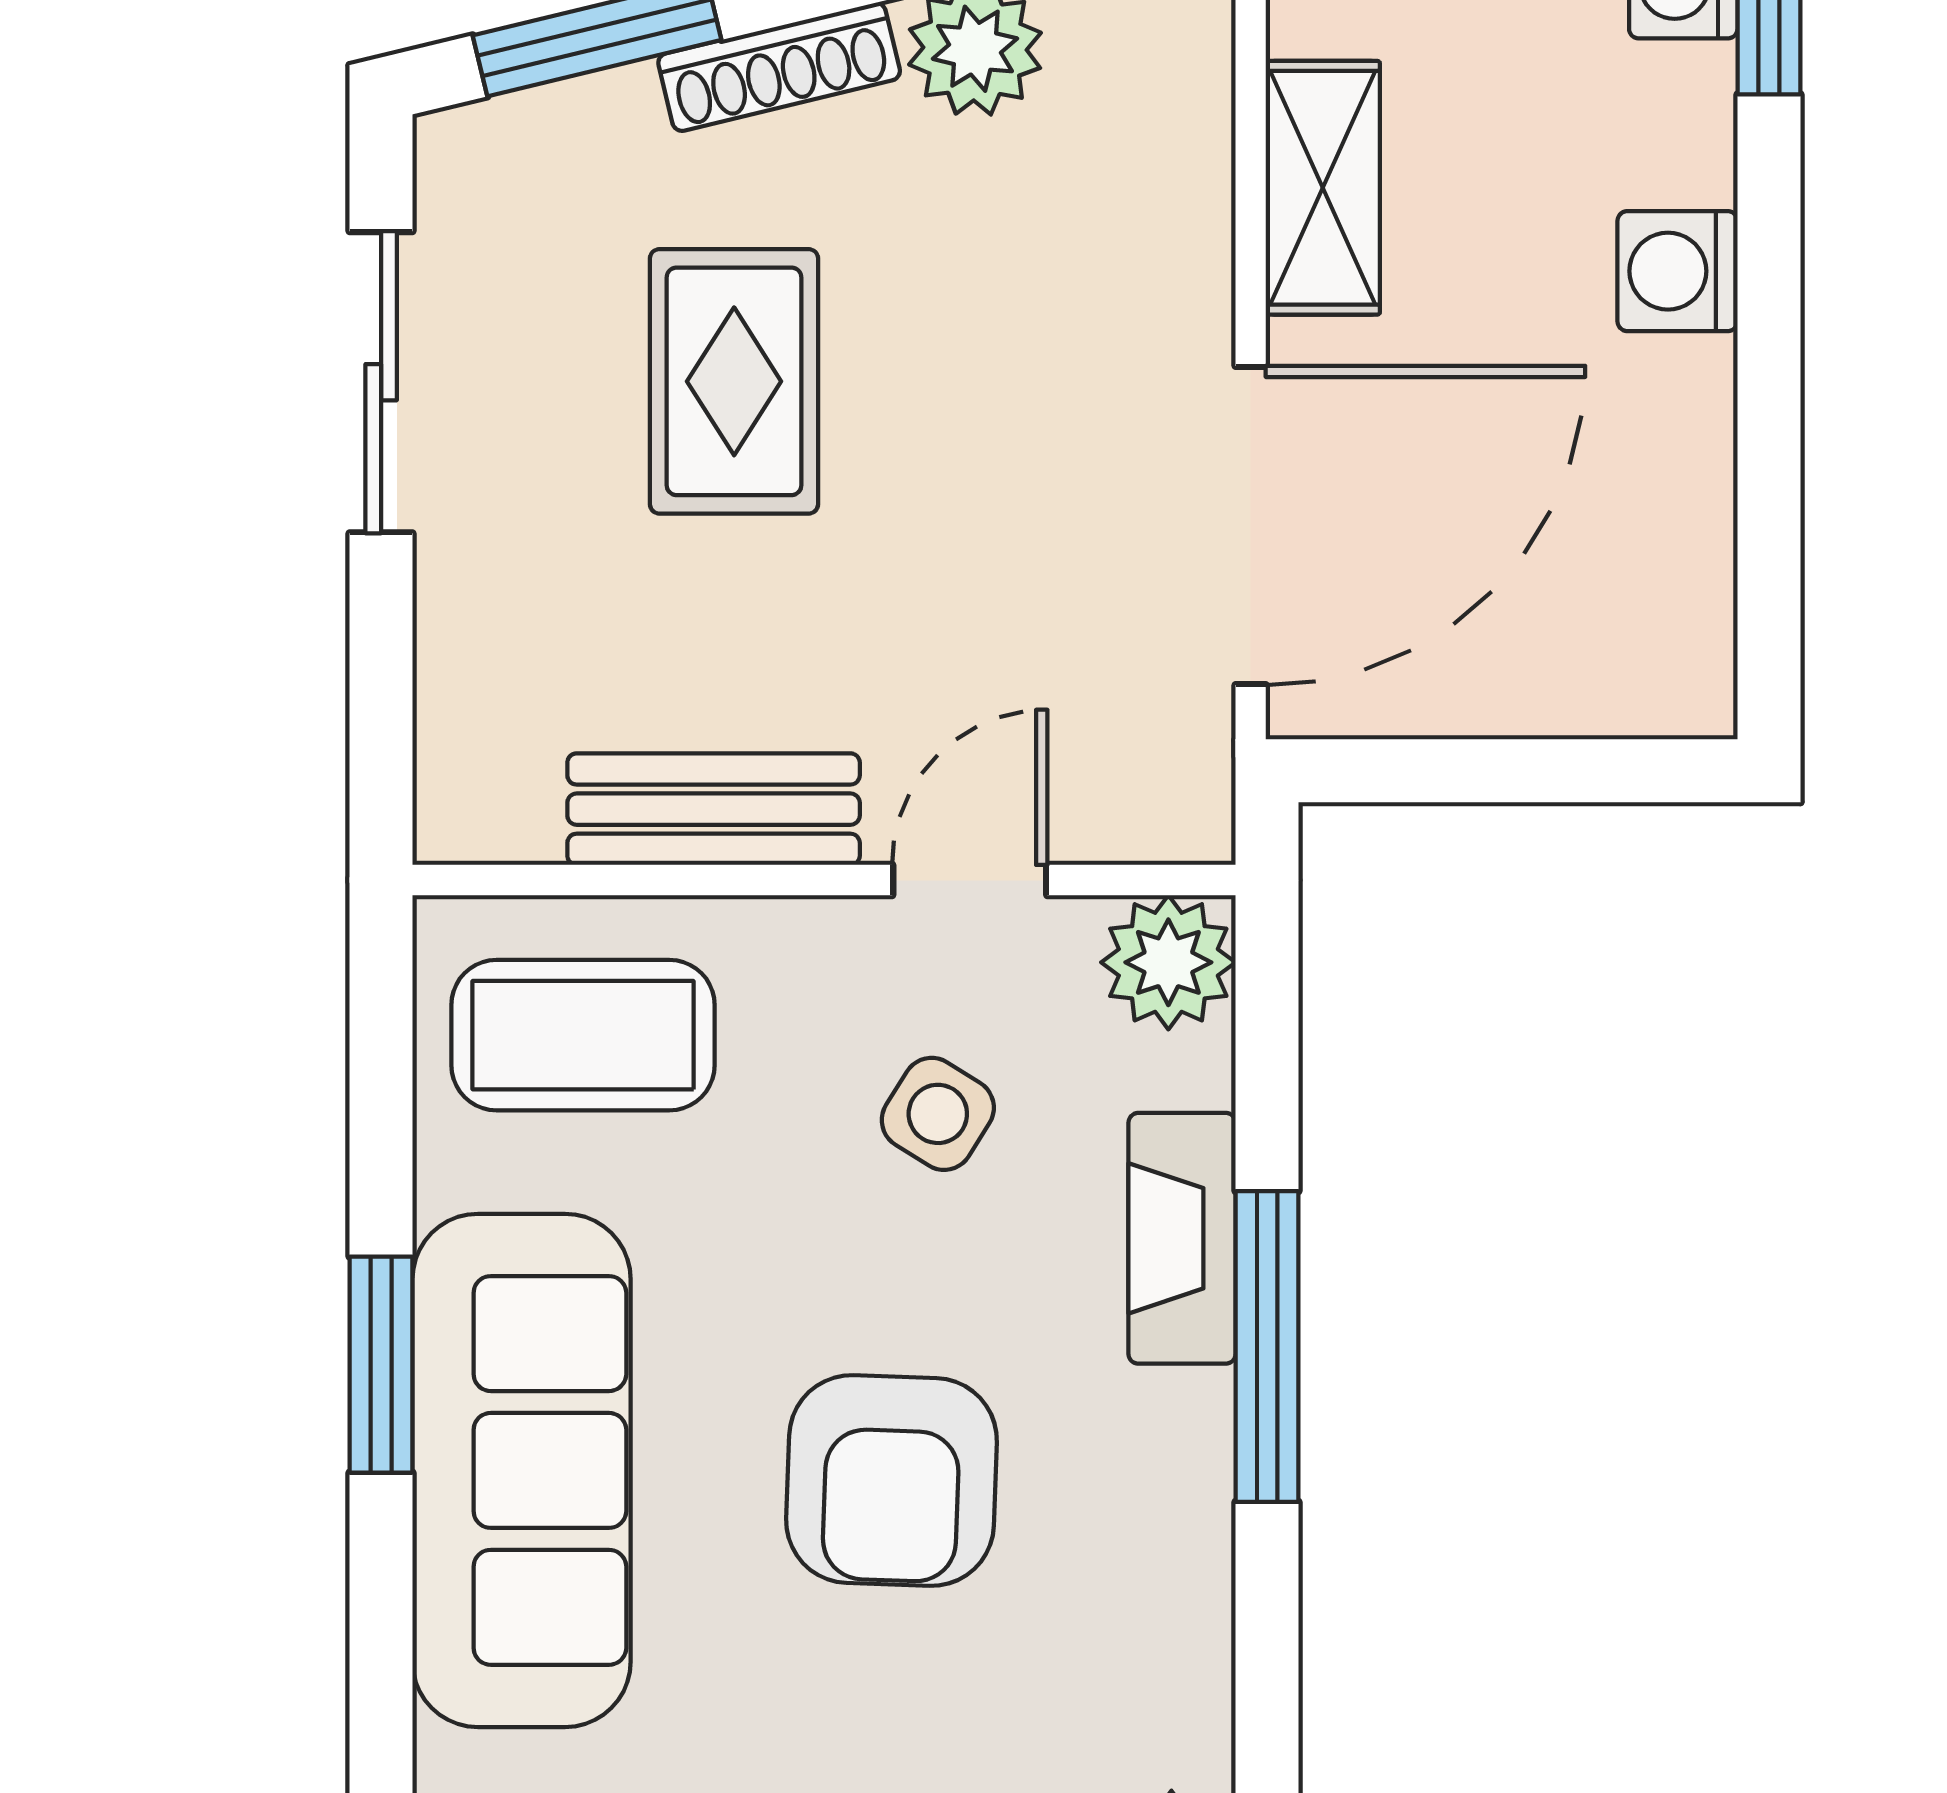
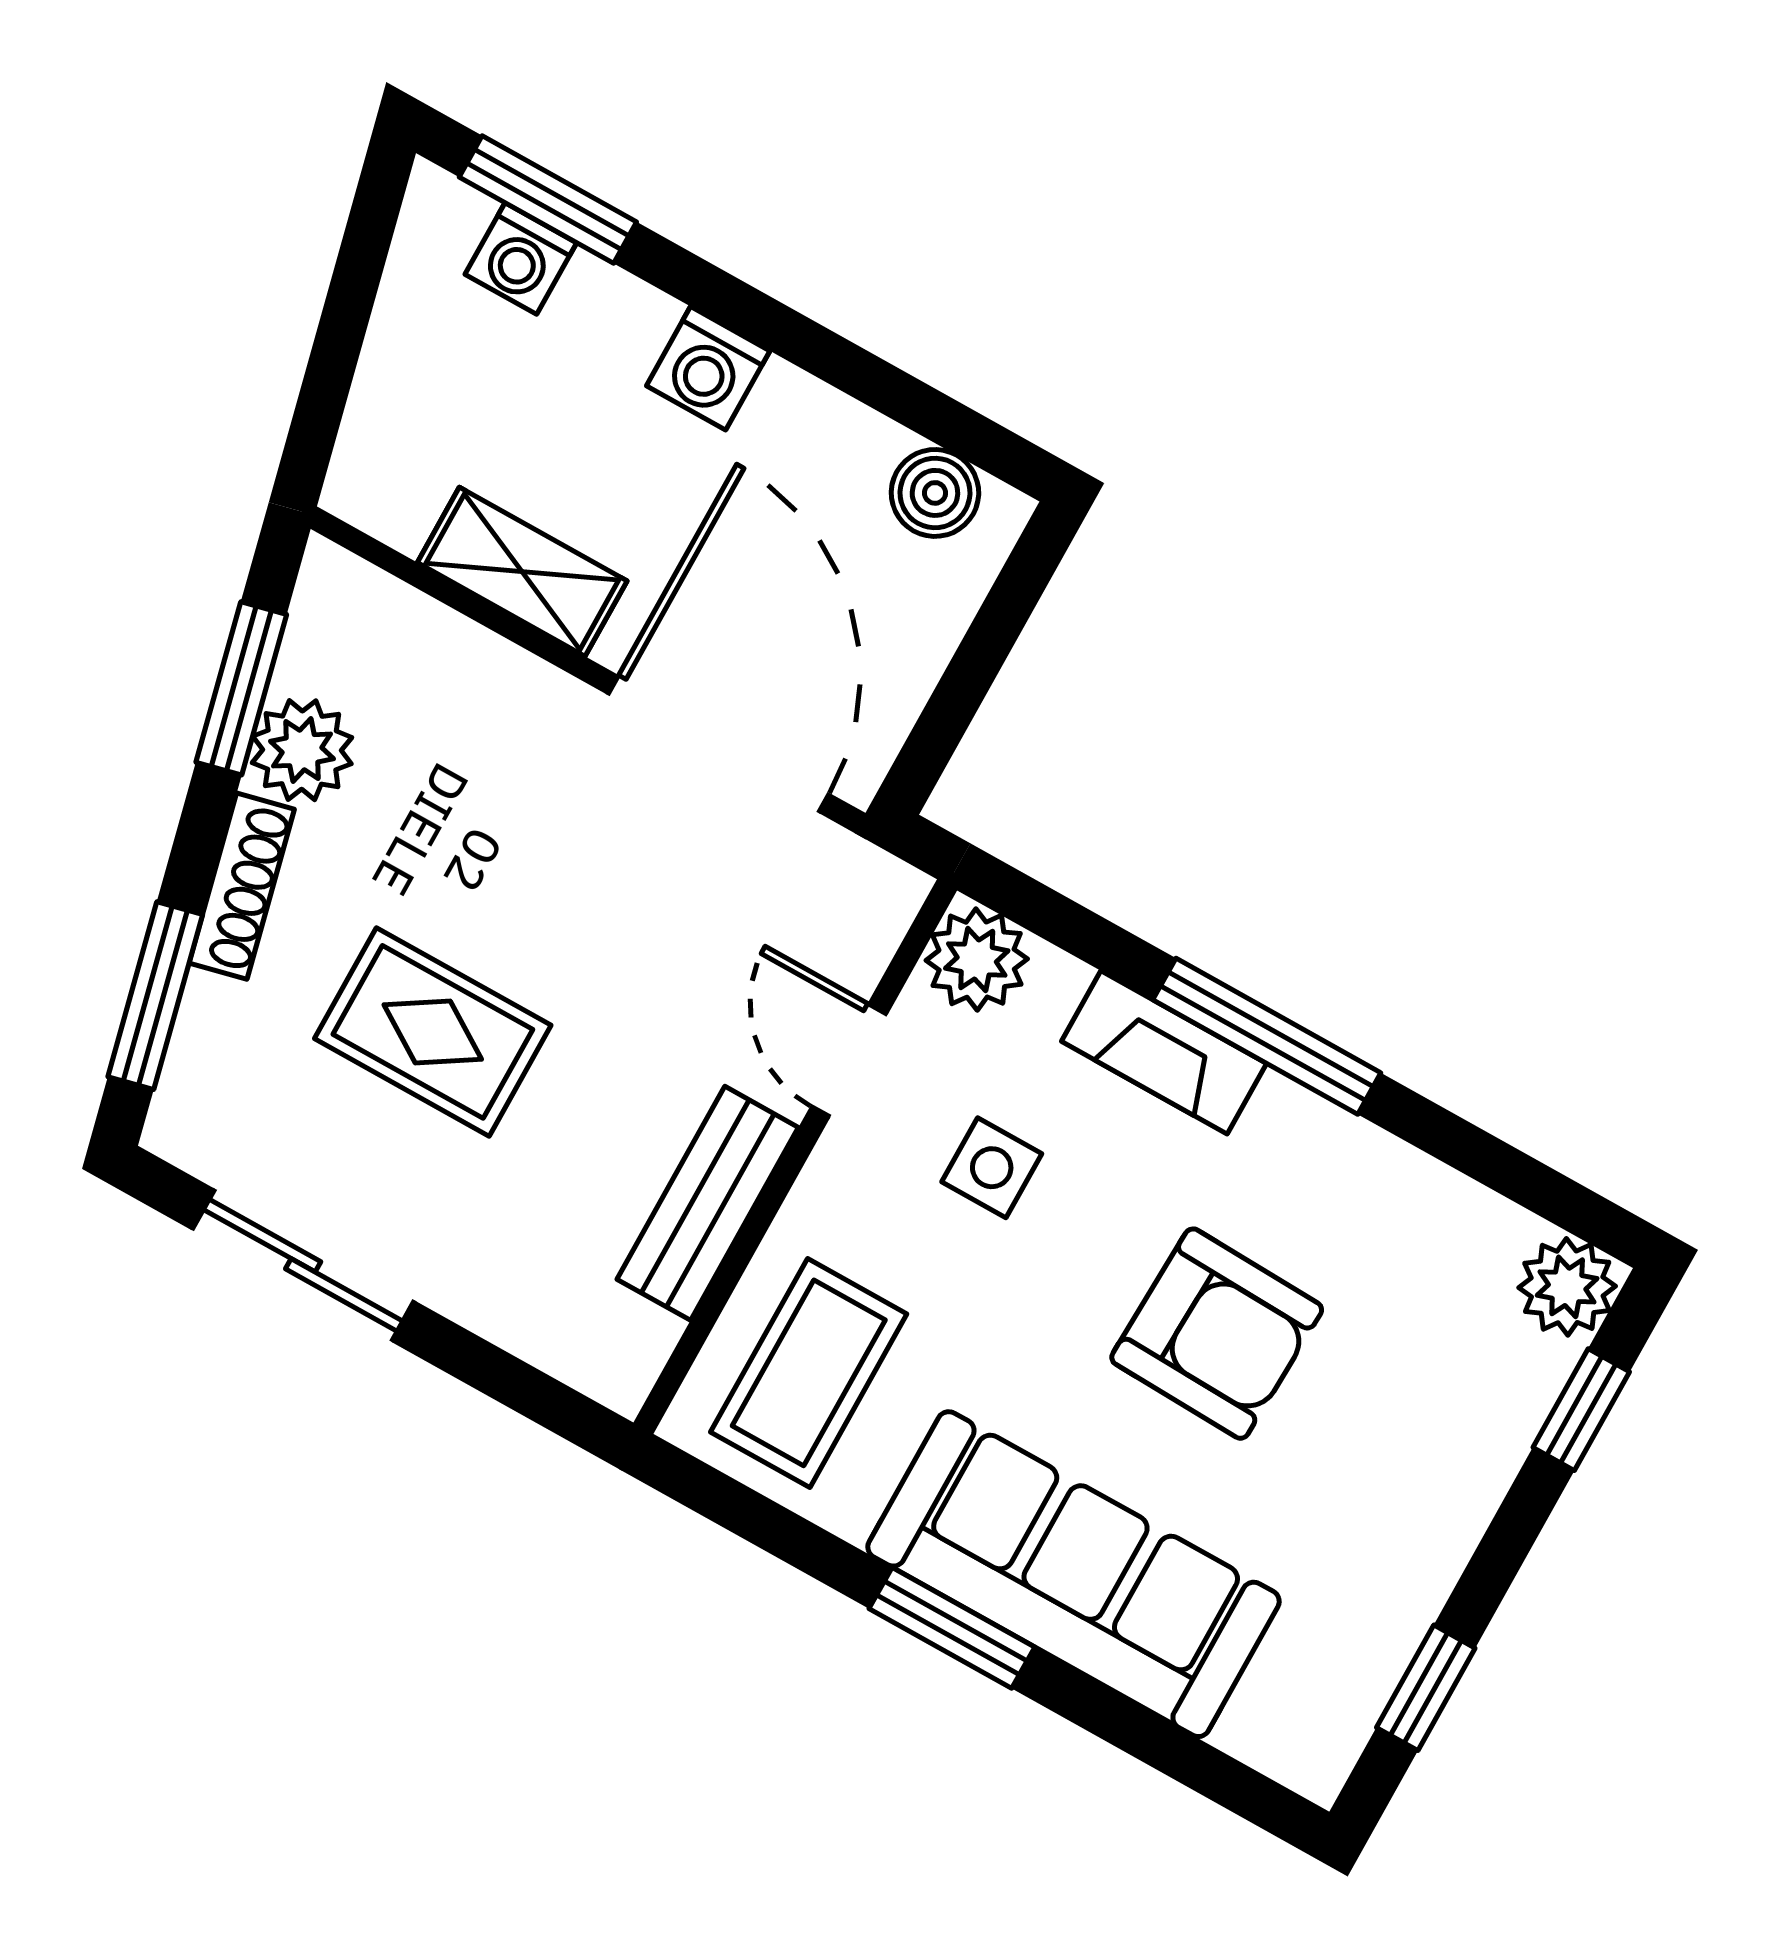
boiler: (1680, 613) -> (935, 493), added
side table: (938, 1114) -> (992, 1168), turned -32

